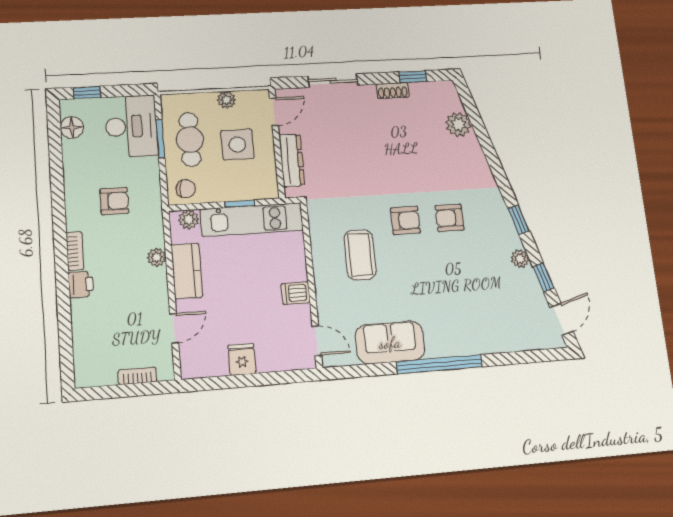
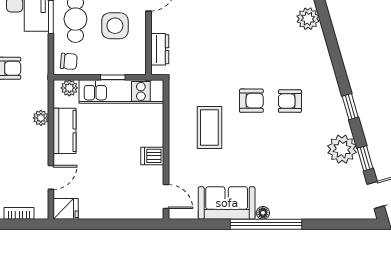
dresser: (292, 160) -> (160, 49), width x0.70
plant: (520, 259) -> (342, 149), width x1.88, depth x1.88
floor lamp: (434, 351) -> (263, 213), added
fridge: (242, 359) -> (66, 209), moved, turned 90

